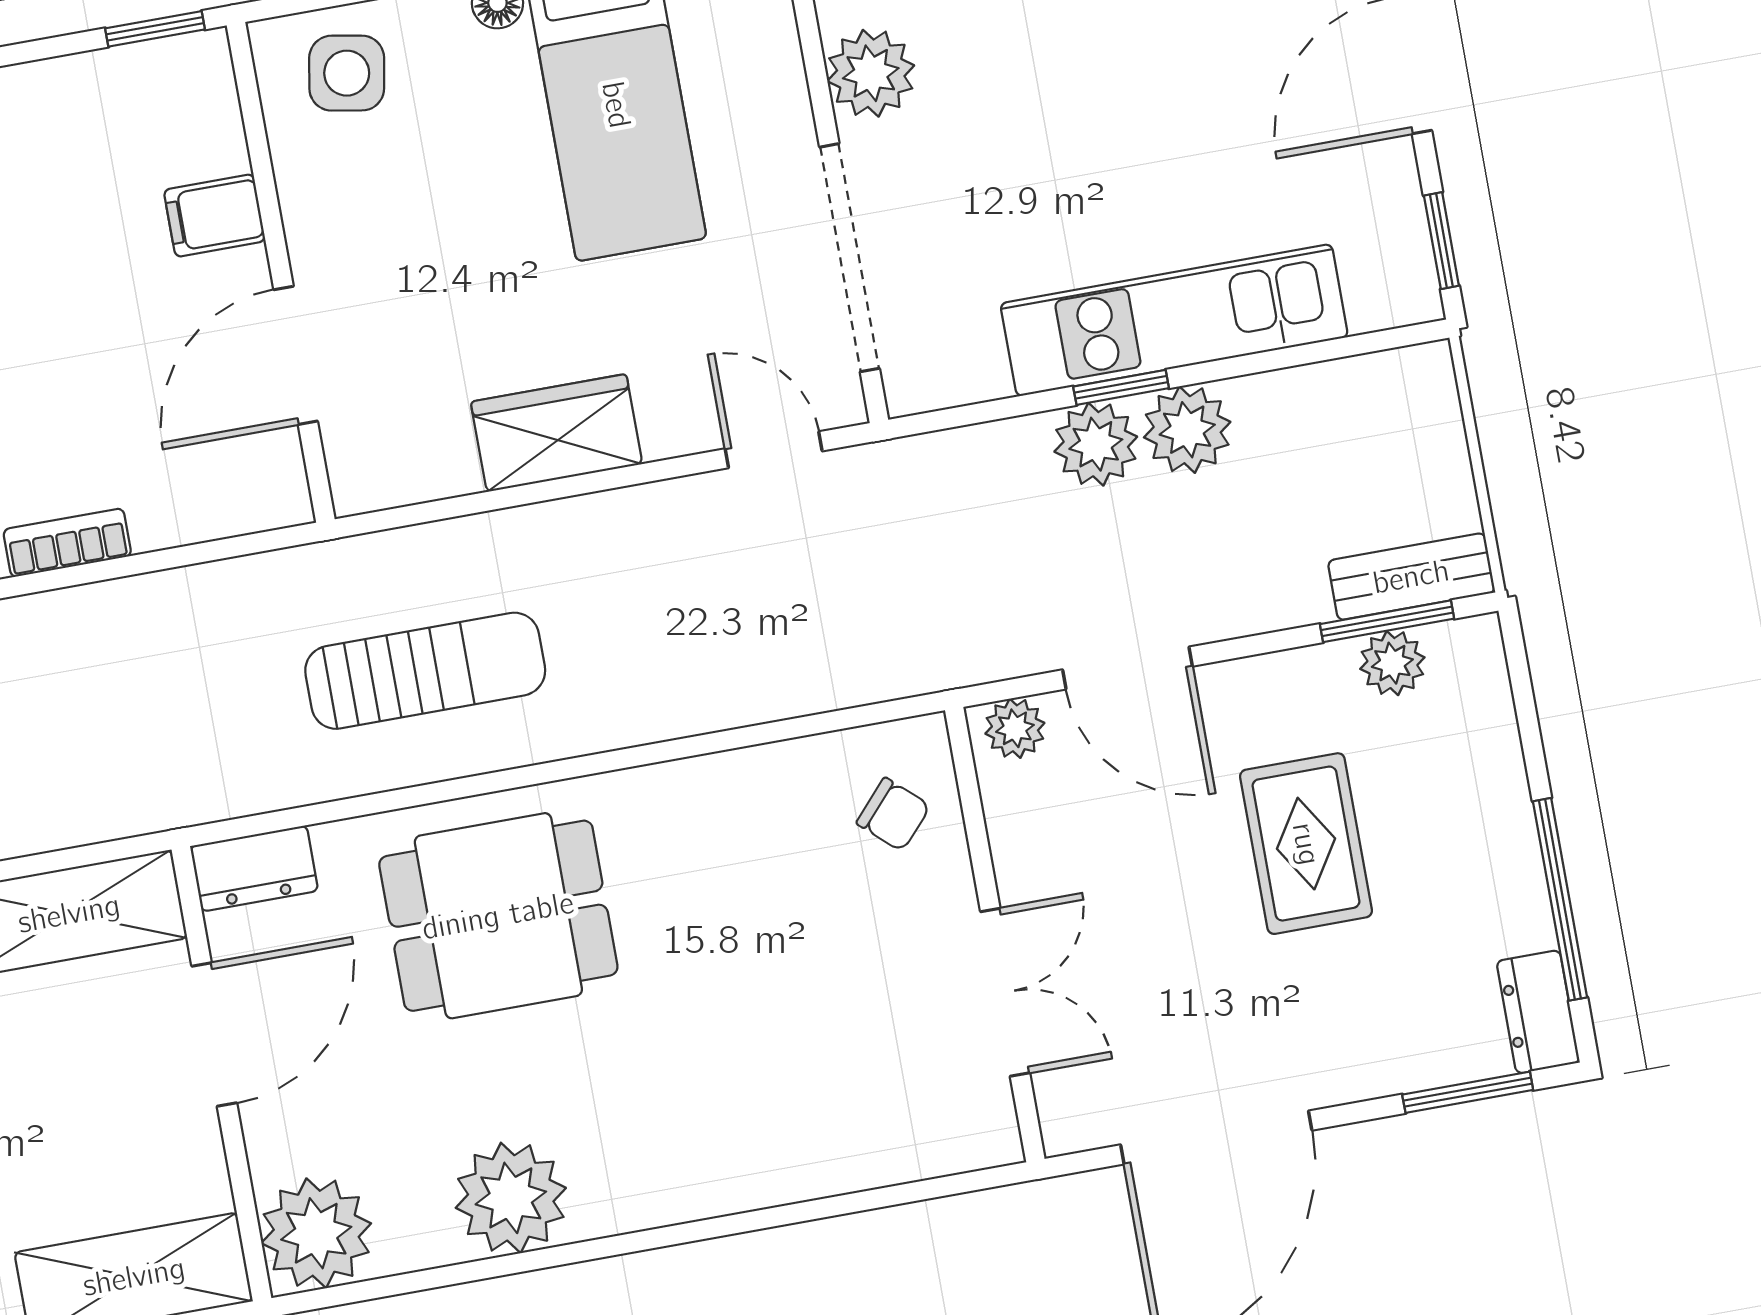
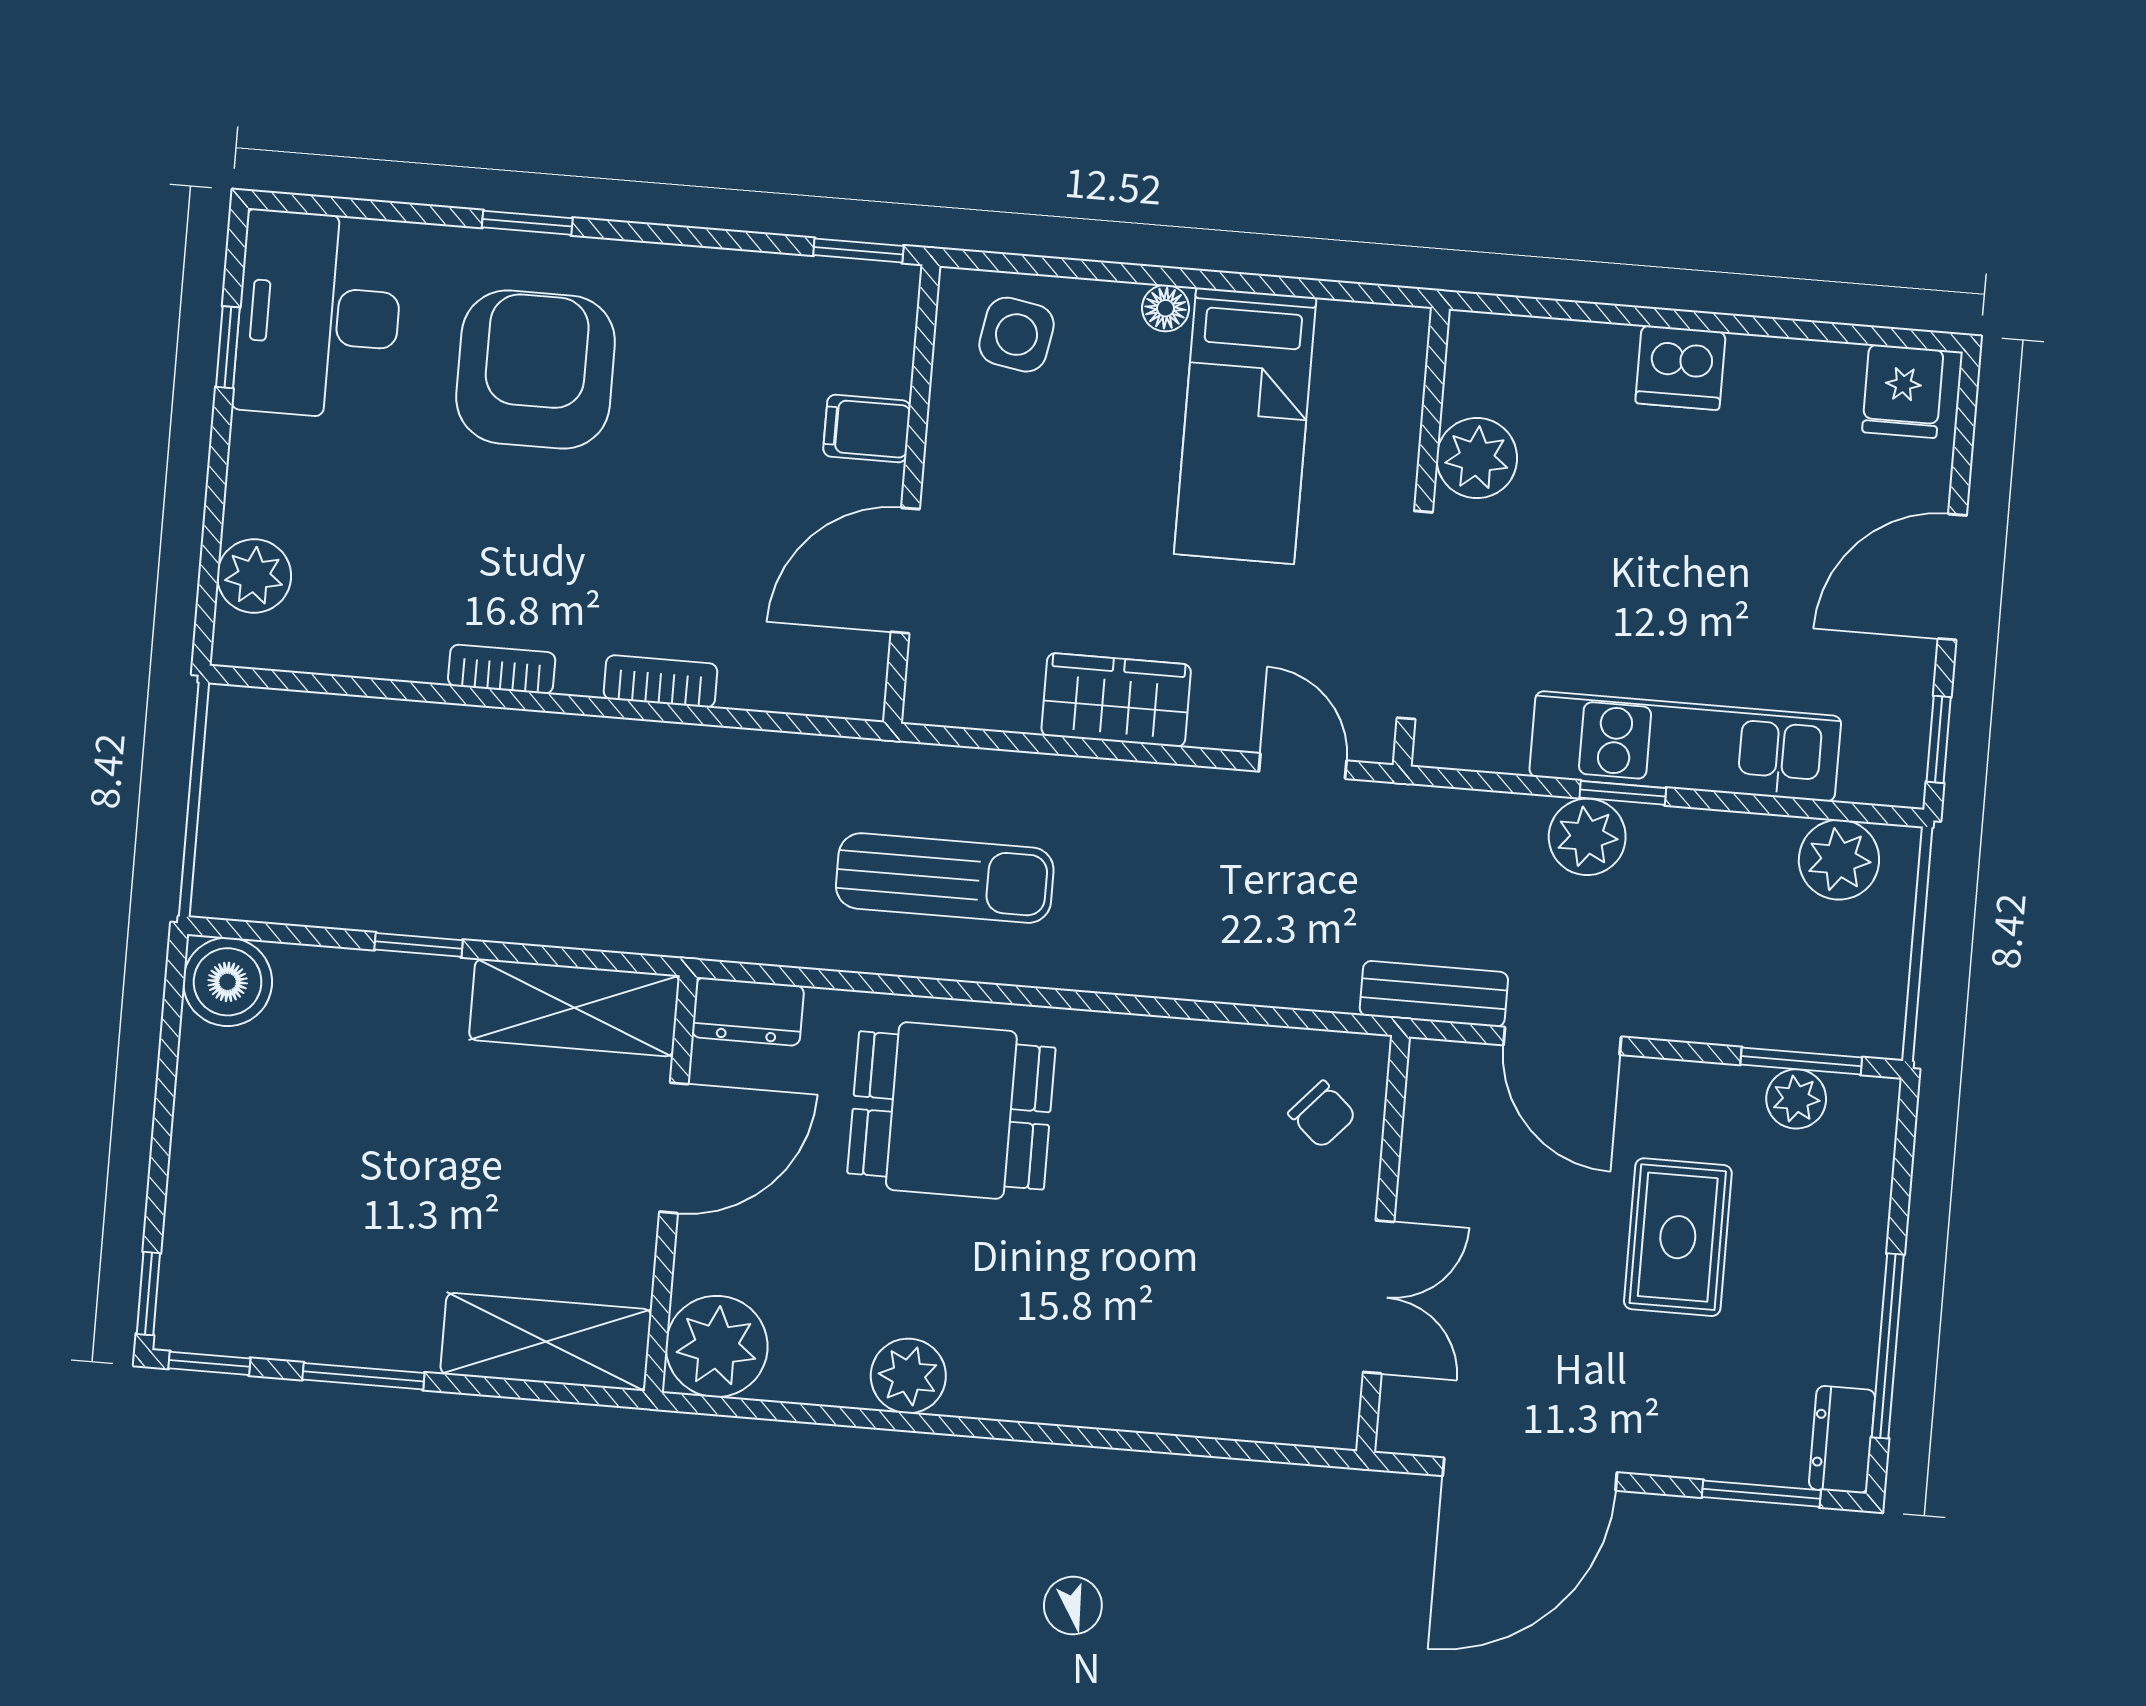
plant: (1187, 430) -> (1839, 860), moved
bench: (1411, 577) -> (1434, 994), moved
plant: (1015, 728) -> (1449, 1067), removed
plant: (511, 1198) -> (908, 1376), width x0.73, depth x0.73

